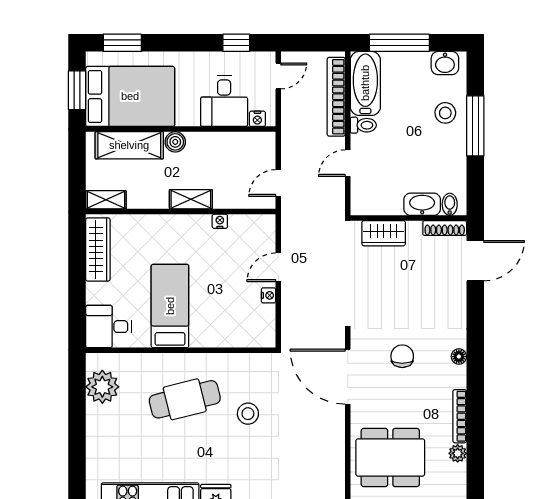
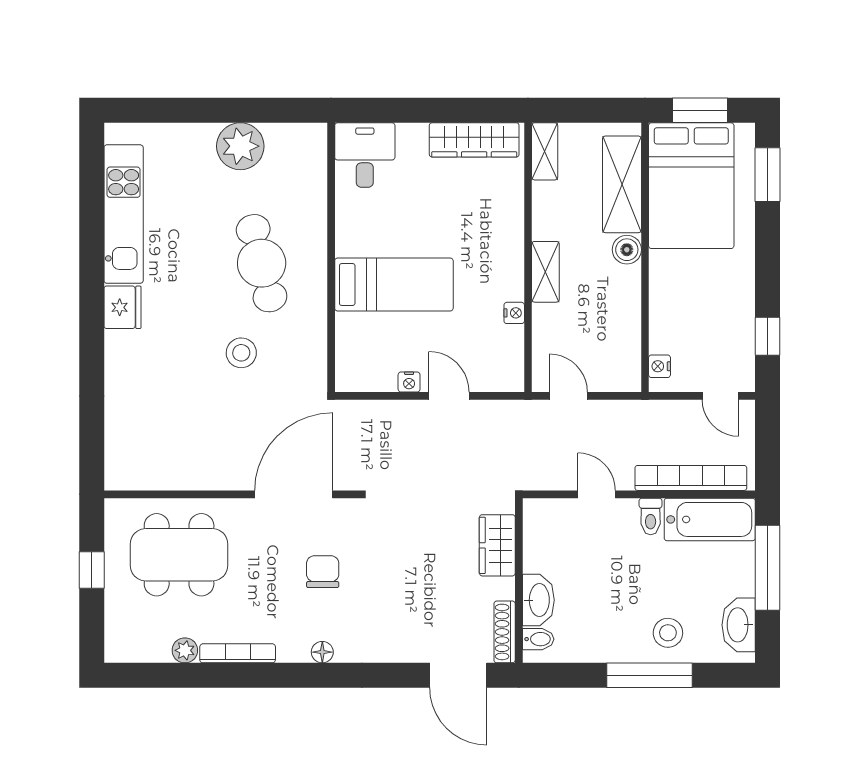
washbasin: (445, 63) -> (739, 625), width x1.38
desk: (224, 101) -> (685, 319), removed
bed: (170, 306) -> (394, 285), moved
chair: (402, 356) -> (323, 572), turned -90
plant: (102, 387) -> (240, 146), moved
dining table: (390, 457) -> (179, 555), turned 90

